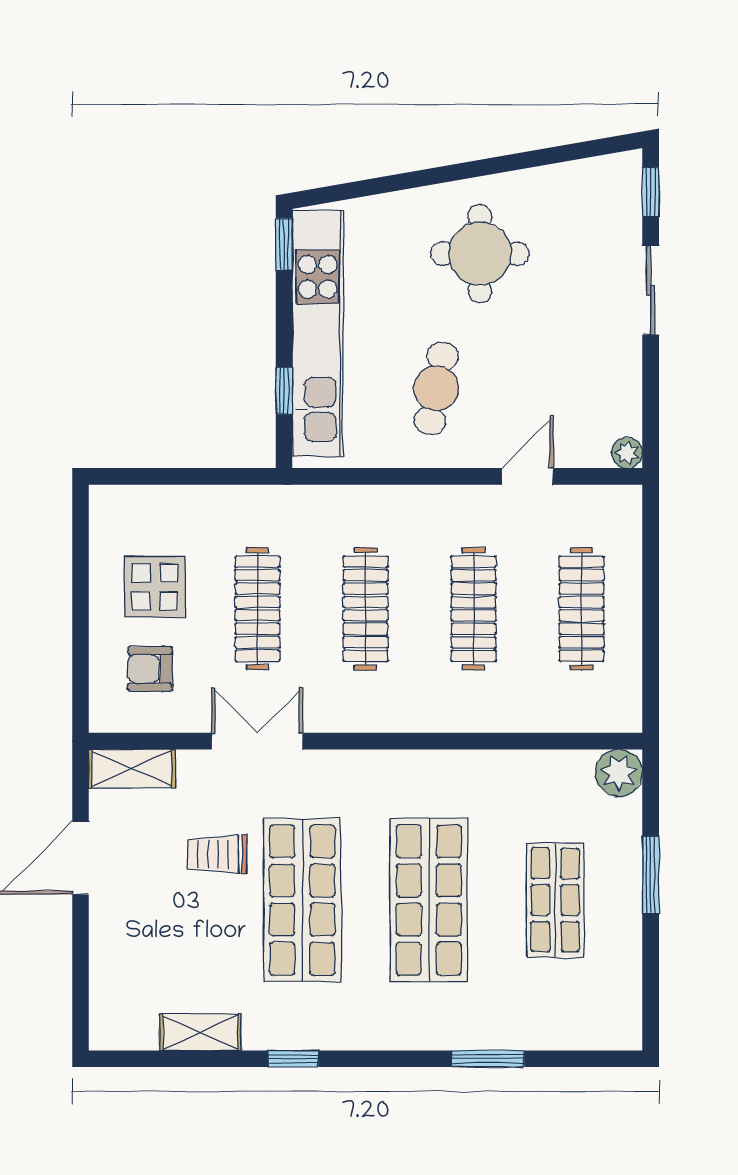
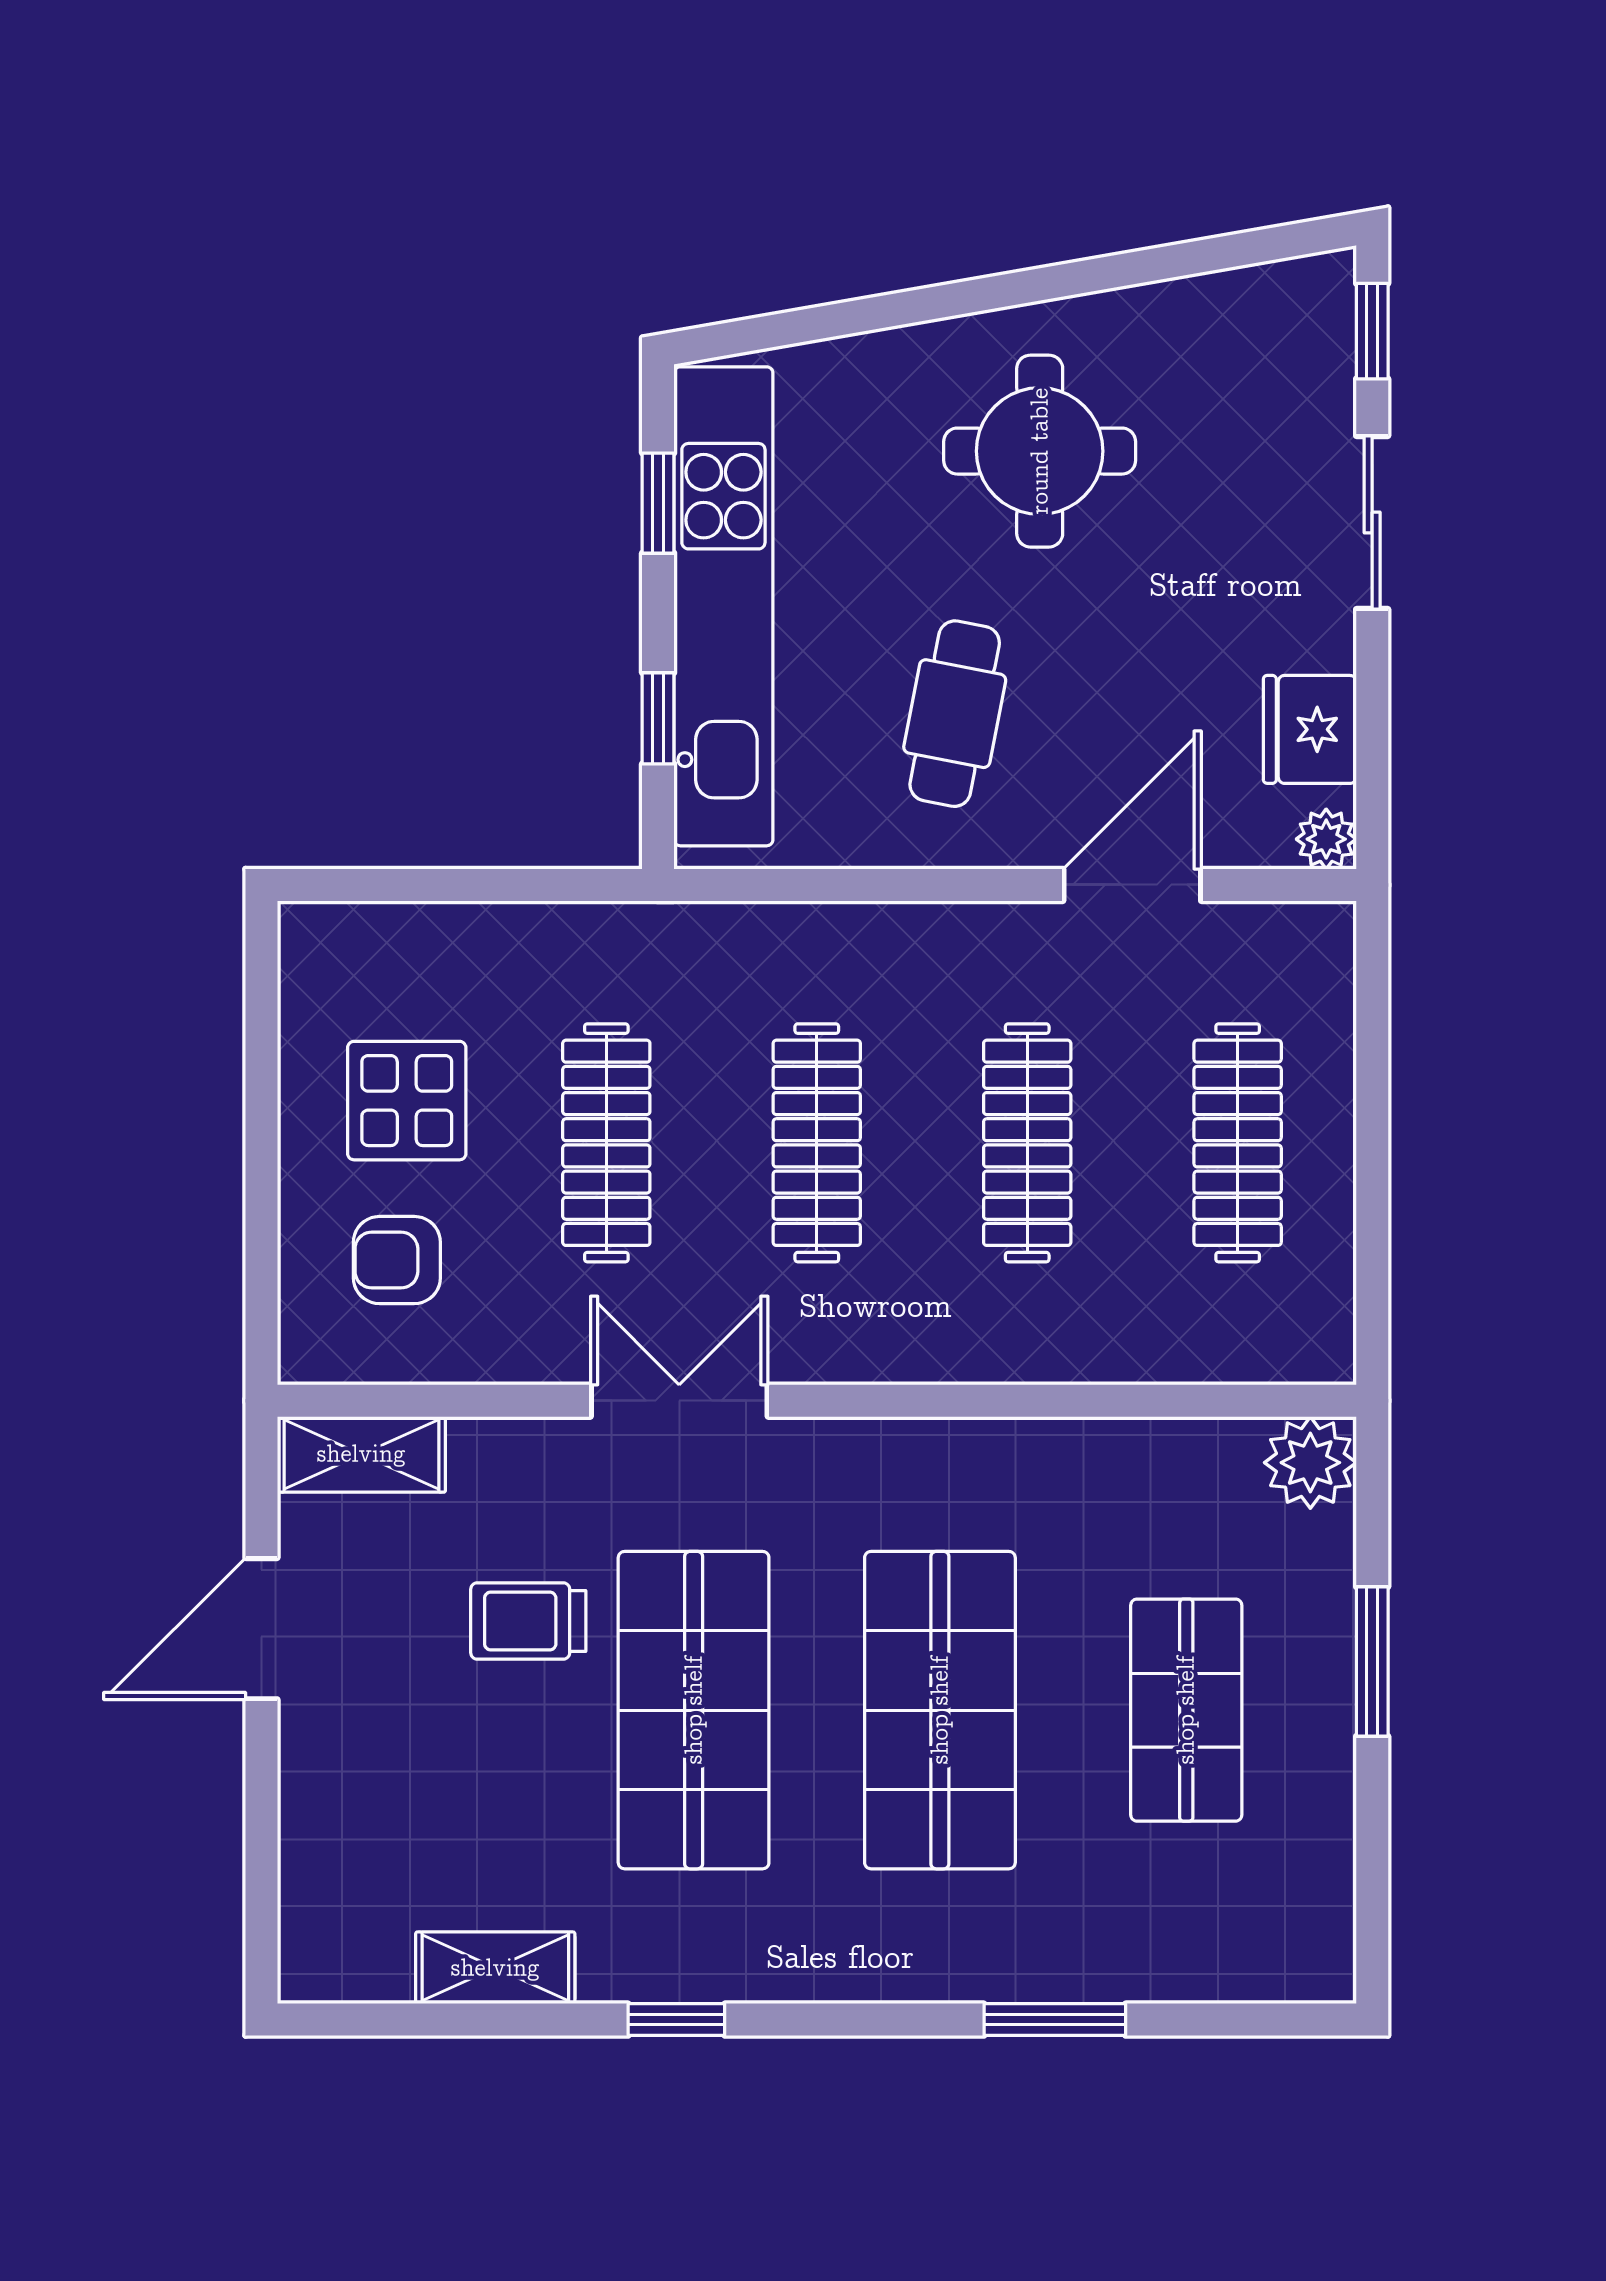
window: (284, 244) -> (658, 503), moved
fridge: (619, 396) -> (1310, 729), added
door: (527, 476) -> (1132, 885), width x1.38
double door: (257, 741) -> (679, 1401), moved

